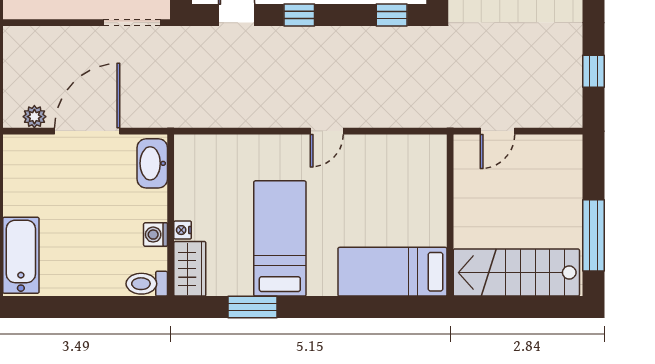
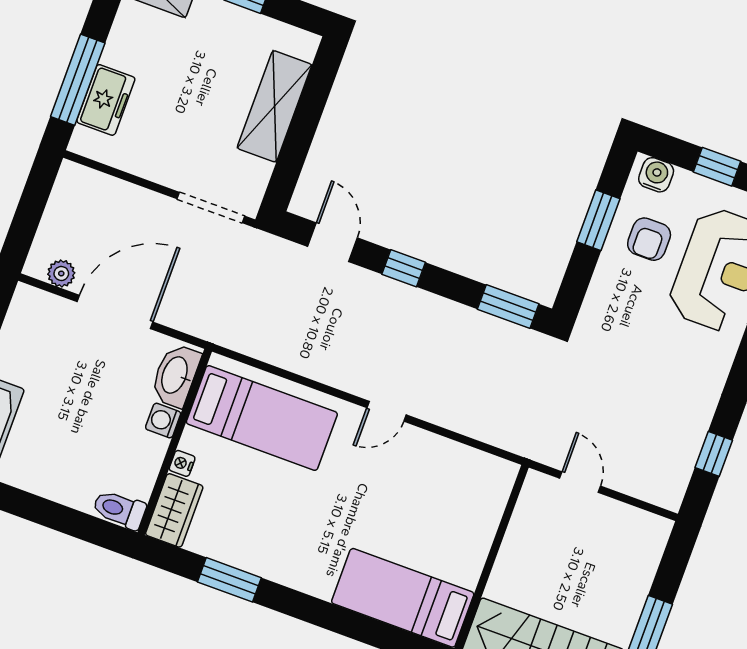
window: (392, 15) -> (508, 306), width x1.50
door: (498, 131) -> (580, 482), swing flipped
washing machine: (156, 235) -> (163, 421), moved
bed: (280, 238) -> (262, 418), moved, turned 90

